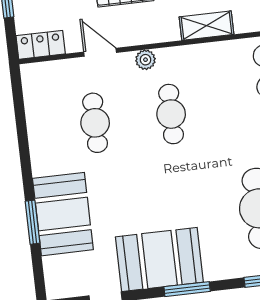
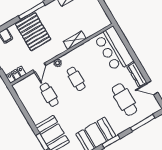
door: (100, 52) -> (39, 68), swing flipped

